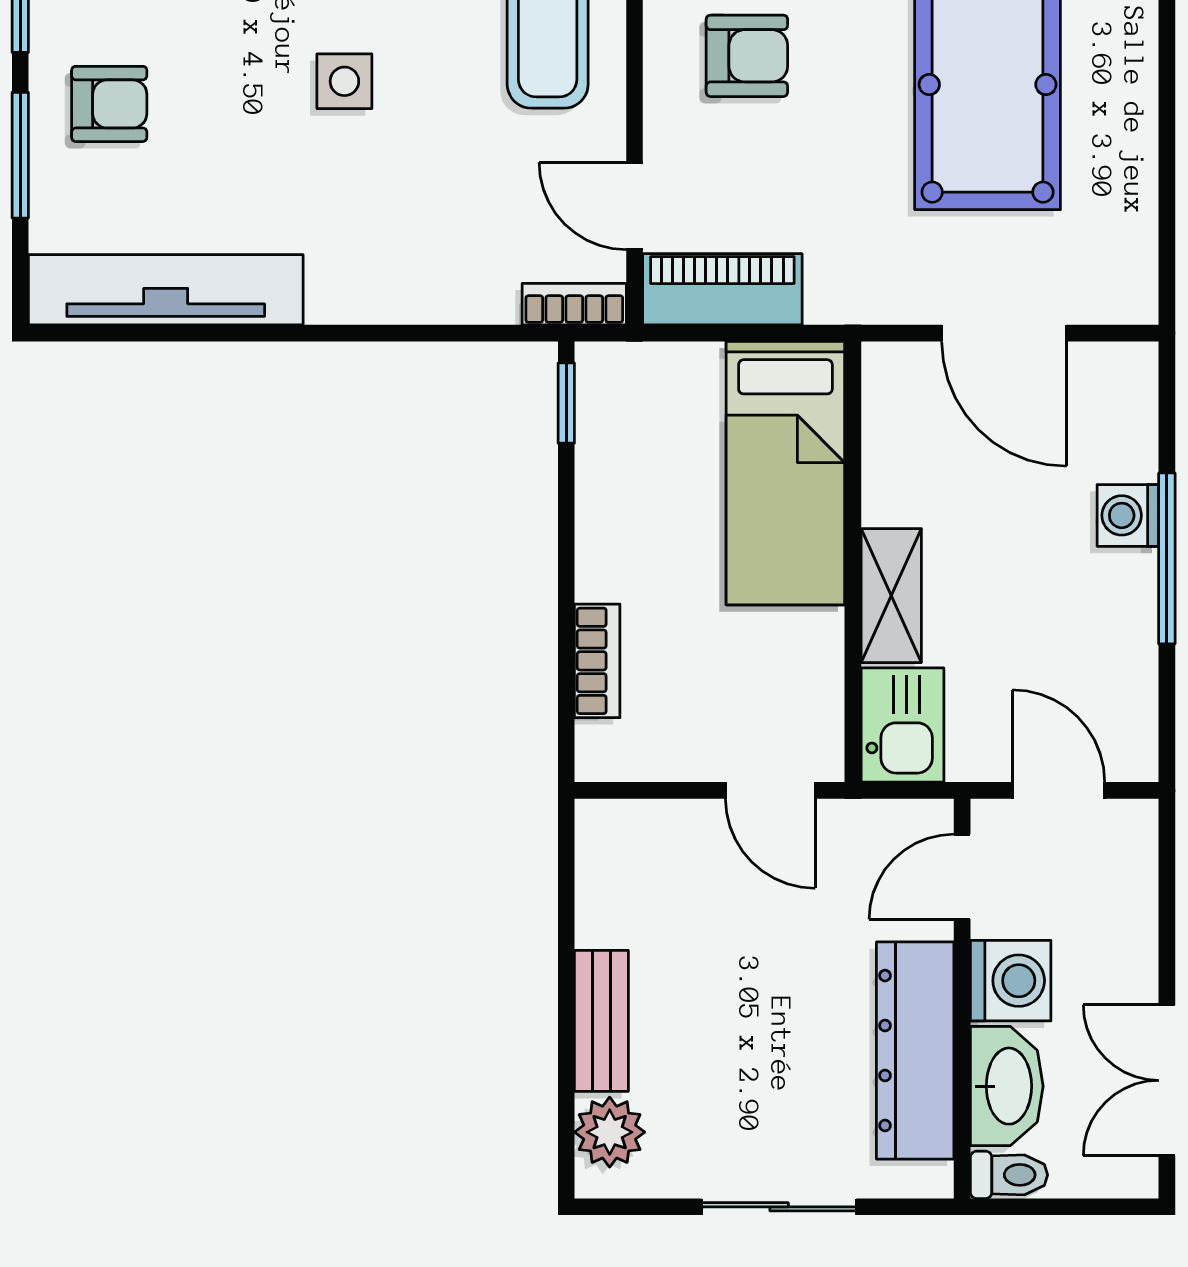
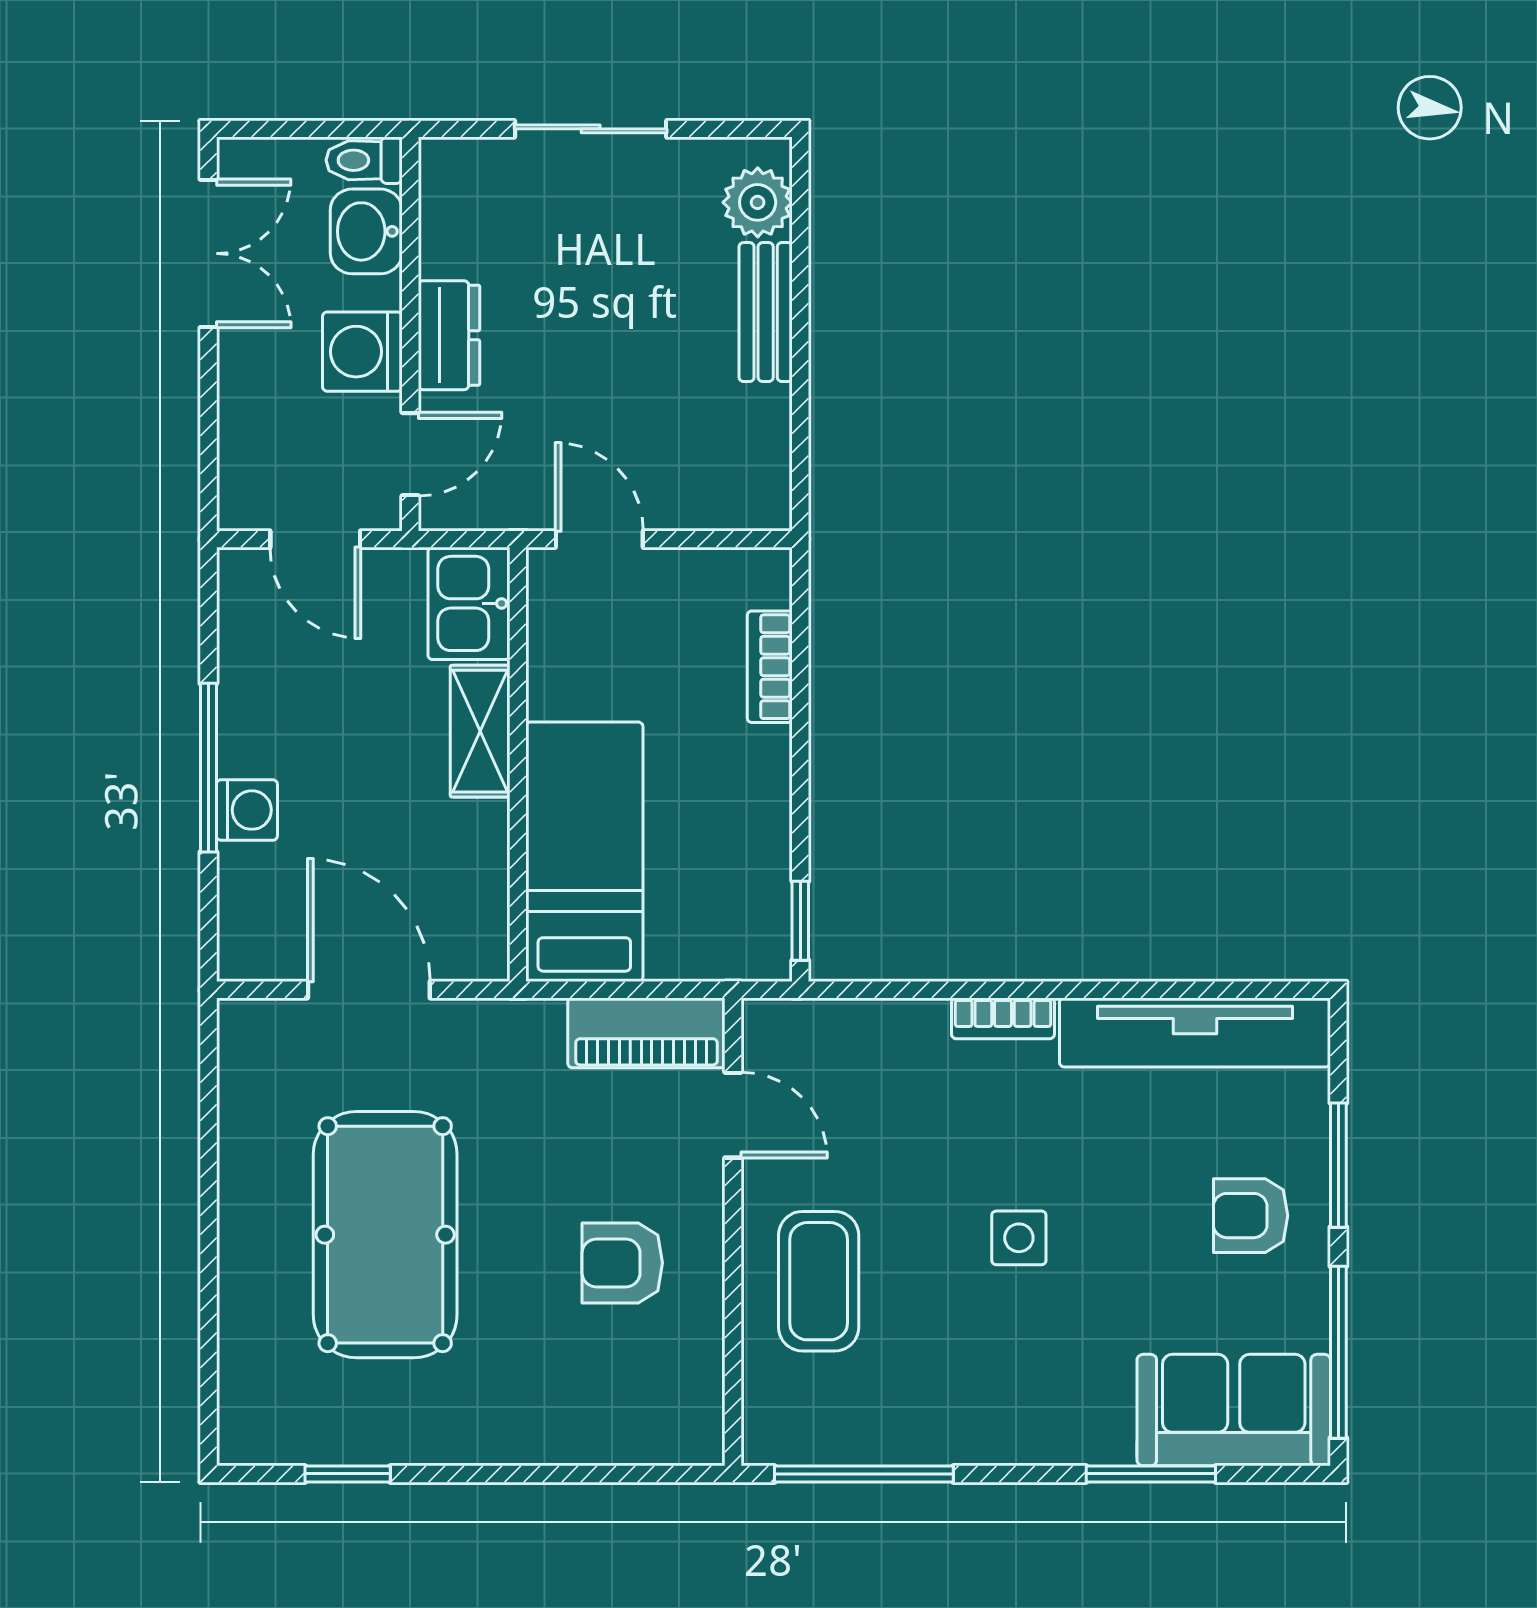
bookcase: (574, 304) -> (1003, 1018), moved
dresser: (915, 1051) -> (449, 335), width x0.51, depth x0.80
washbasin: (1007, 1086) -> (366, 231), width x0.72

